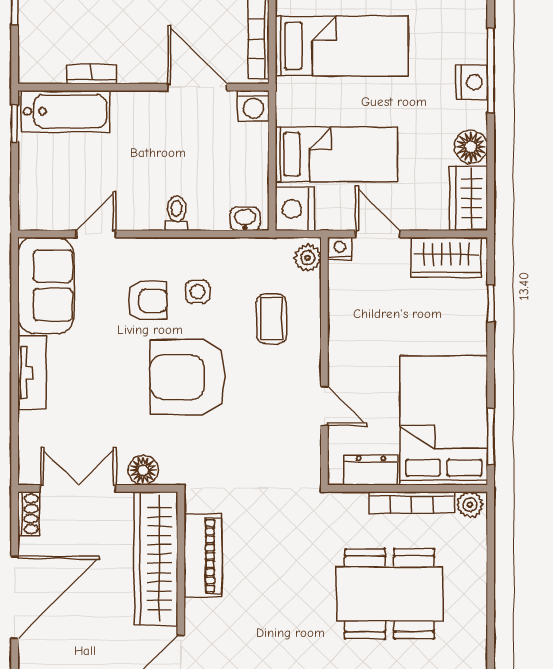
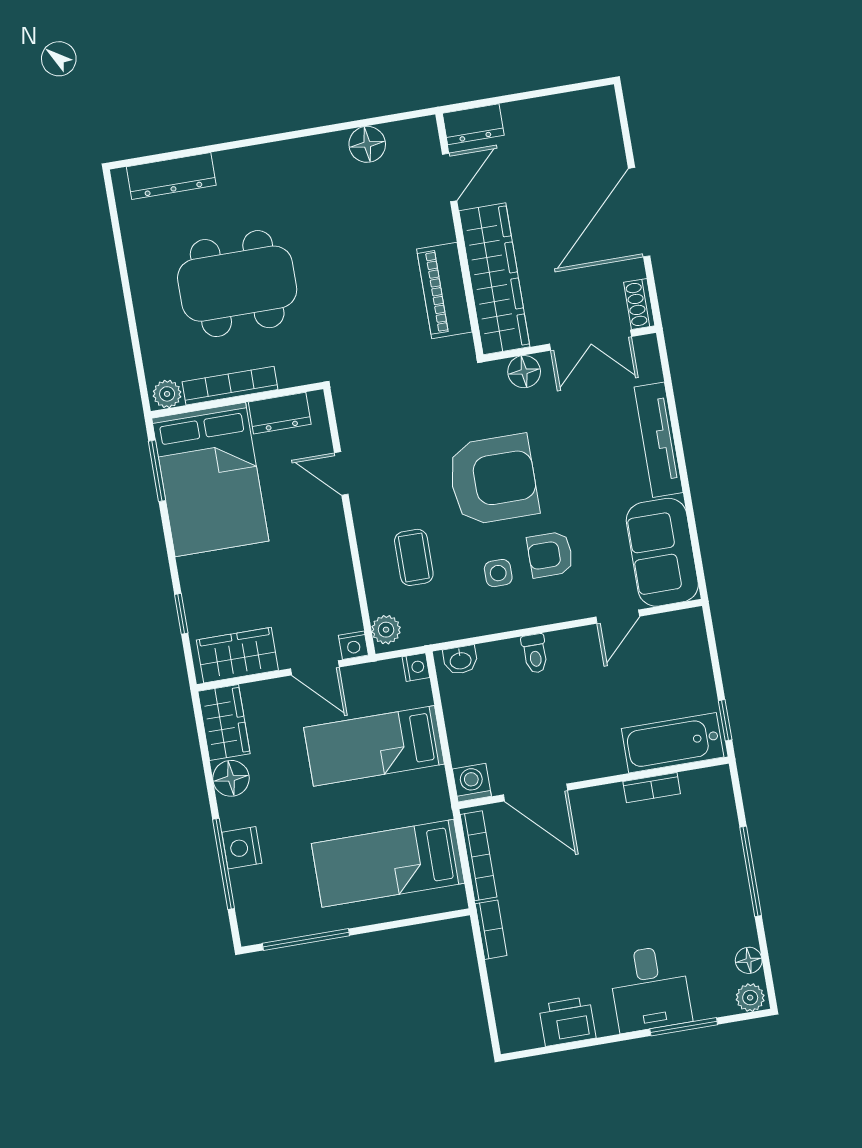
nightstand: (295, 209) -> (416, 667), width x0.53, depth x0.56
tv unit: (32, 373) -> (659, 440), width x1.41

